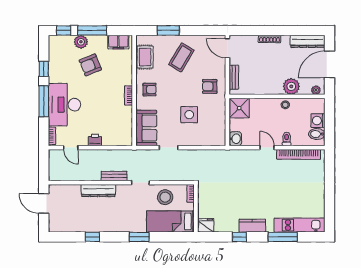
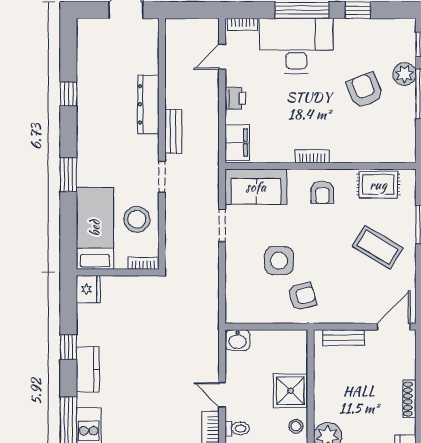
filing cabinet: (118, 42) -> (237, 143), moved, turned 180
armchair: (210, 86) -> (302, 296), moved, turned 75
shower: (239, 108) -> (290, 391), moved
door: (267, 148) -> (222, 395), swing flipped

